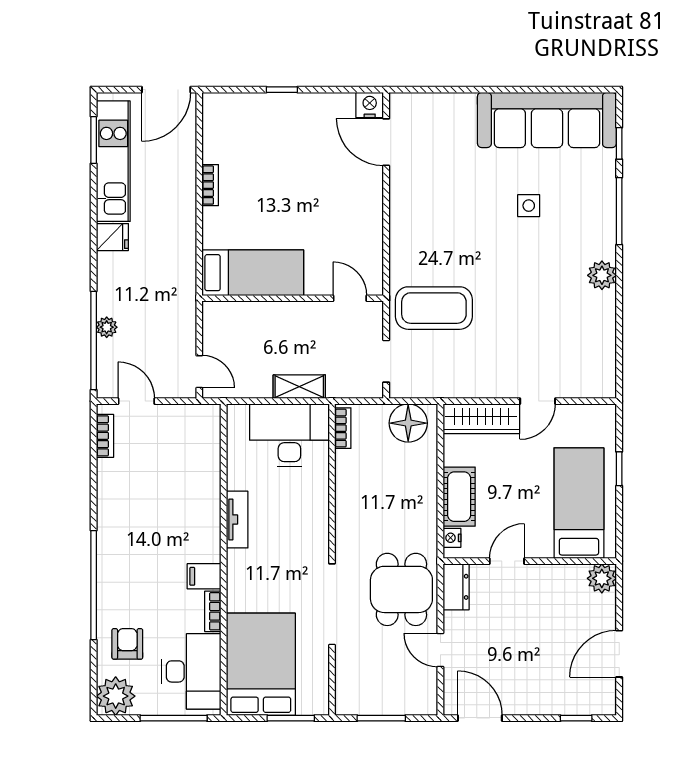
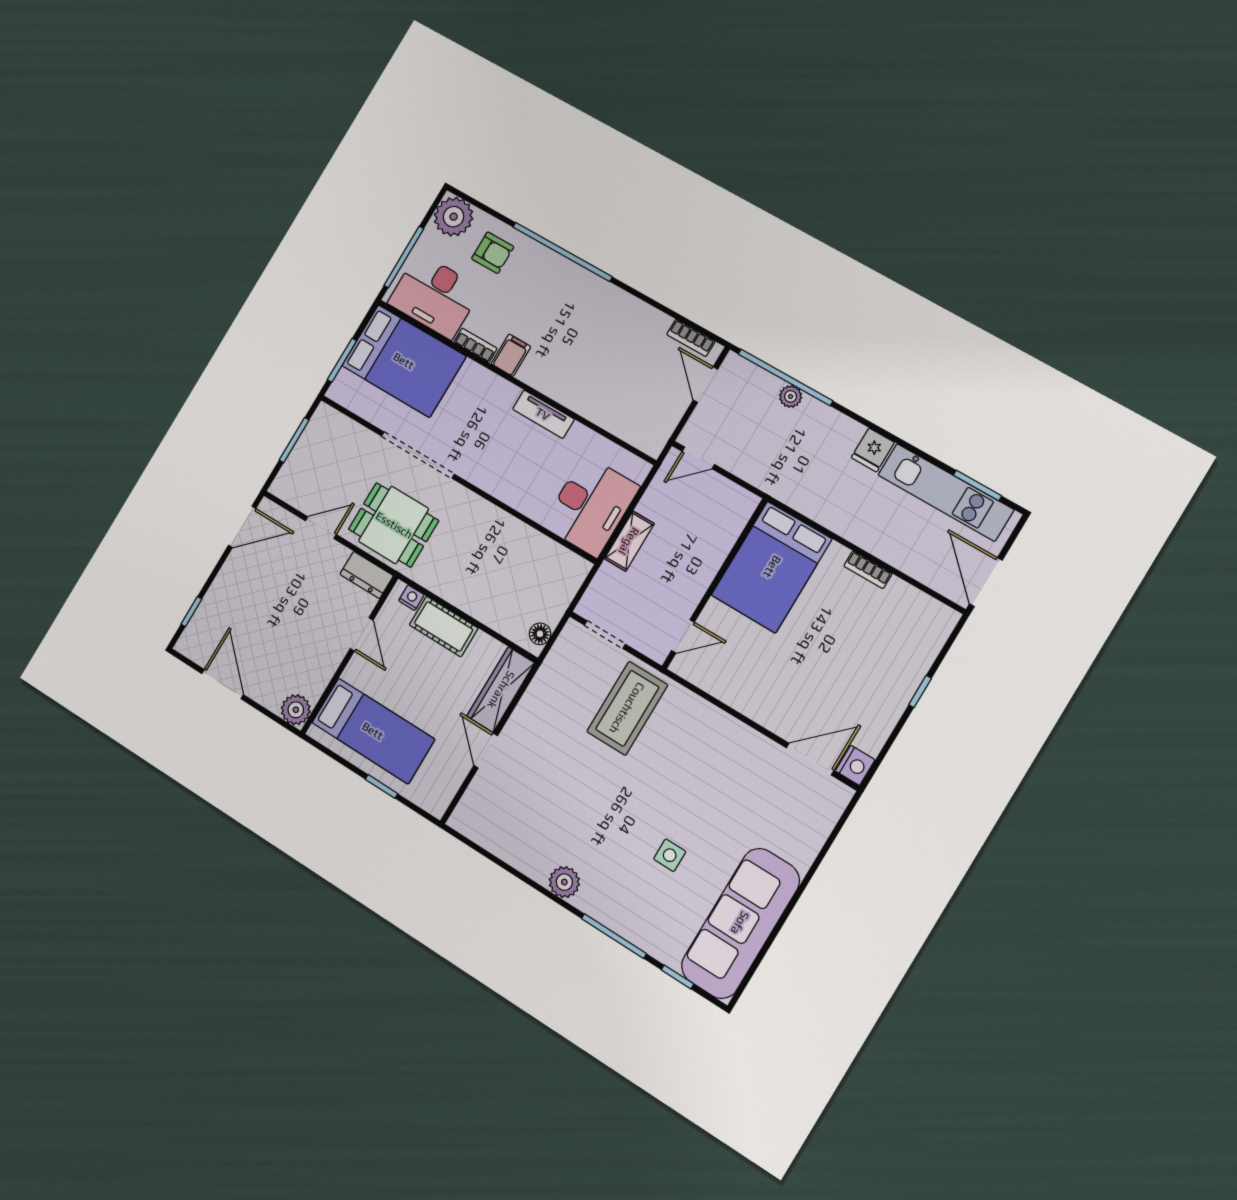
bed: (253, 273) -> (772, 567), width x1.50
door: (136, 401) -> (705, 385), swing flipped
floor lamp: (408, 423) -> (540, 634), width x0.53, depth x0.53
bookcase: (343, 428) -> (568, 558), removed

